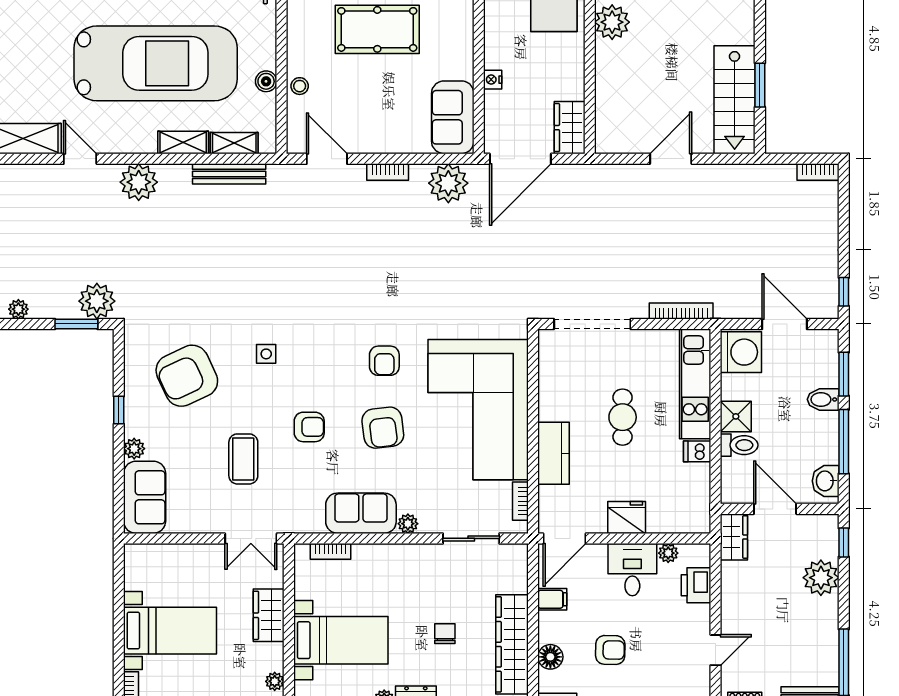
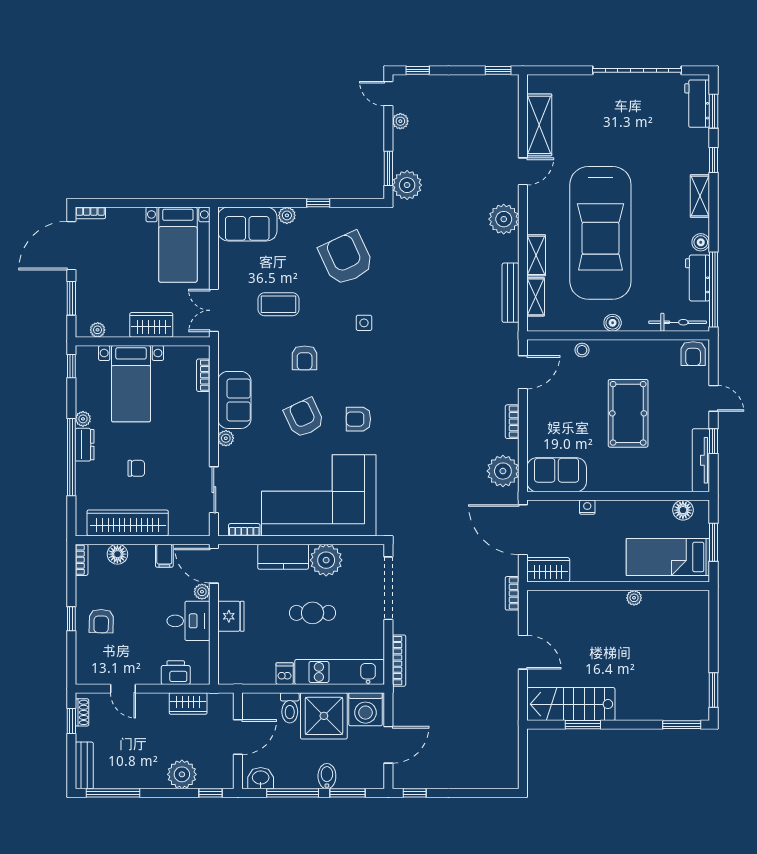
plant: (612, 22) -> (634, 598), width x0.53, depth x0.53
boiler: (266, 81) -> (613, 323), moved
bookcase: (818, 172) -> (512, 593), moved
plant: (558, 400) -> (326, 560), added
shower: (736, 416) -> (324, 716), width x1.86, depth x1.86
armchair: (383, 428) -> (304, 418), turned 72
wardrobe: (734, 537) -> (188, 703), moved
plant: (668, 553) -> (202, 592), moved
bed with nightstands: (170, 631) -> (178, 245), moved
armchair: (610, 650) -> (101, 621), moved

